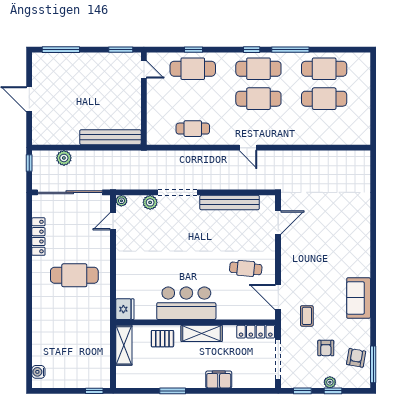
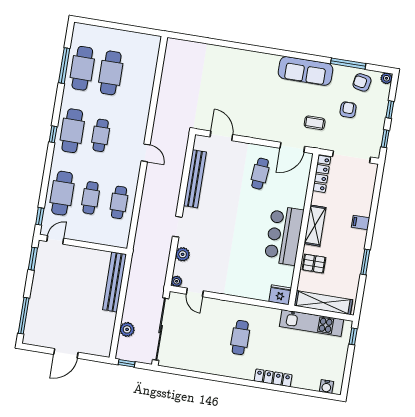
window: (193, 50) -> (40, 216), moved
window: (290, 50) -> (64, 66), moved
cafe table: (193, 99) -> (91, 198), added
cafe table: (258, 99) -> (101, 135), width x0.73, depth x0.74
door: (248, 148) -> (146, 153), hinge flipped
doorway: (178, 192) -> (177, 227), width x0.53
locker: (38, 237) -> (273, 378), moved
cafe table: (74, 275) -> (240, 338), width x0.73, depth x0.74
sofa: (359, 298) -> (306, 71), width x1.36
pallet: (162, 339) -> (314, 264), turned 90
shelving: (124, 345) -> (323, 303), width x1.47
kitchen unit: (101, 346) -> (312, 323), added
armchair: (326, 348) -> (348, 110), turned -90
window: (373, 364) -> (348, 64), moved
filing cabinet: (219, 380) -> (361, 222), width x0.50
plant: (330, 382) -> (386, 78), moved

